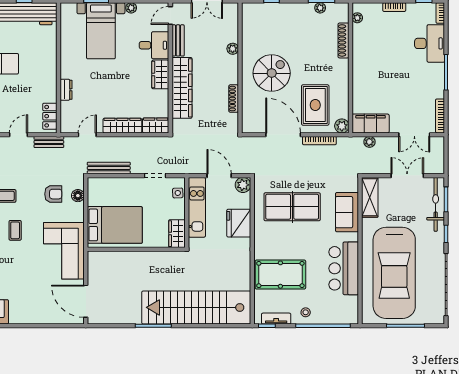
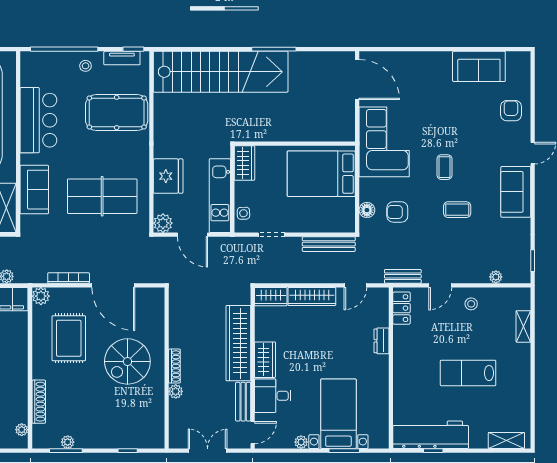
shoe rack: (234, 99) -> (174, 366), moved
rug: (315, 105) -> (69, 338), moved

